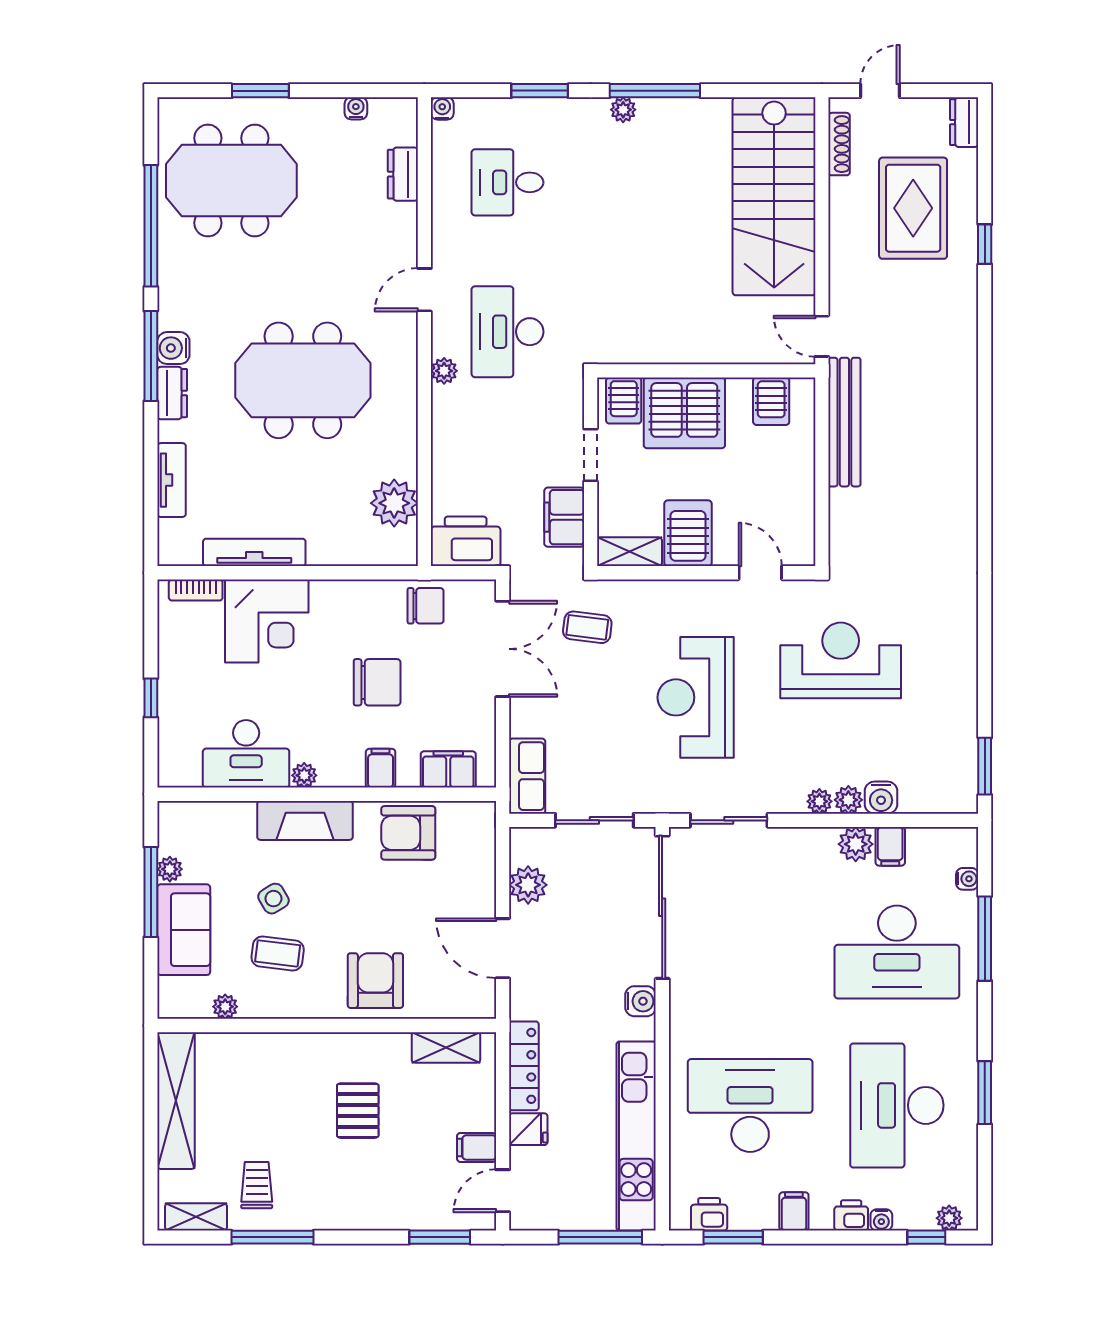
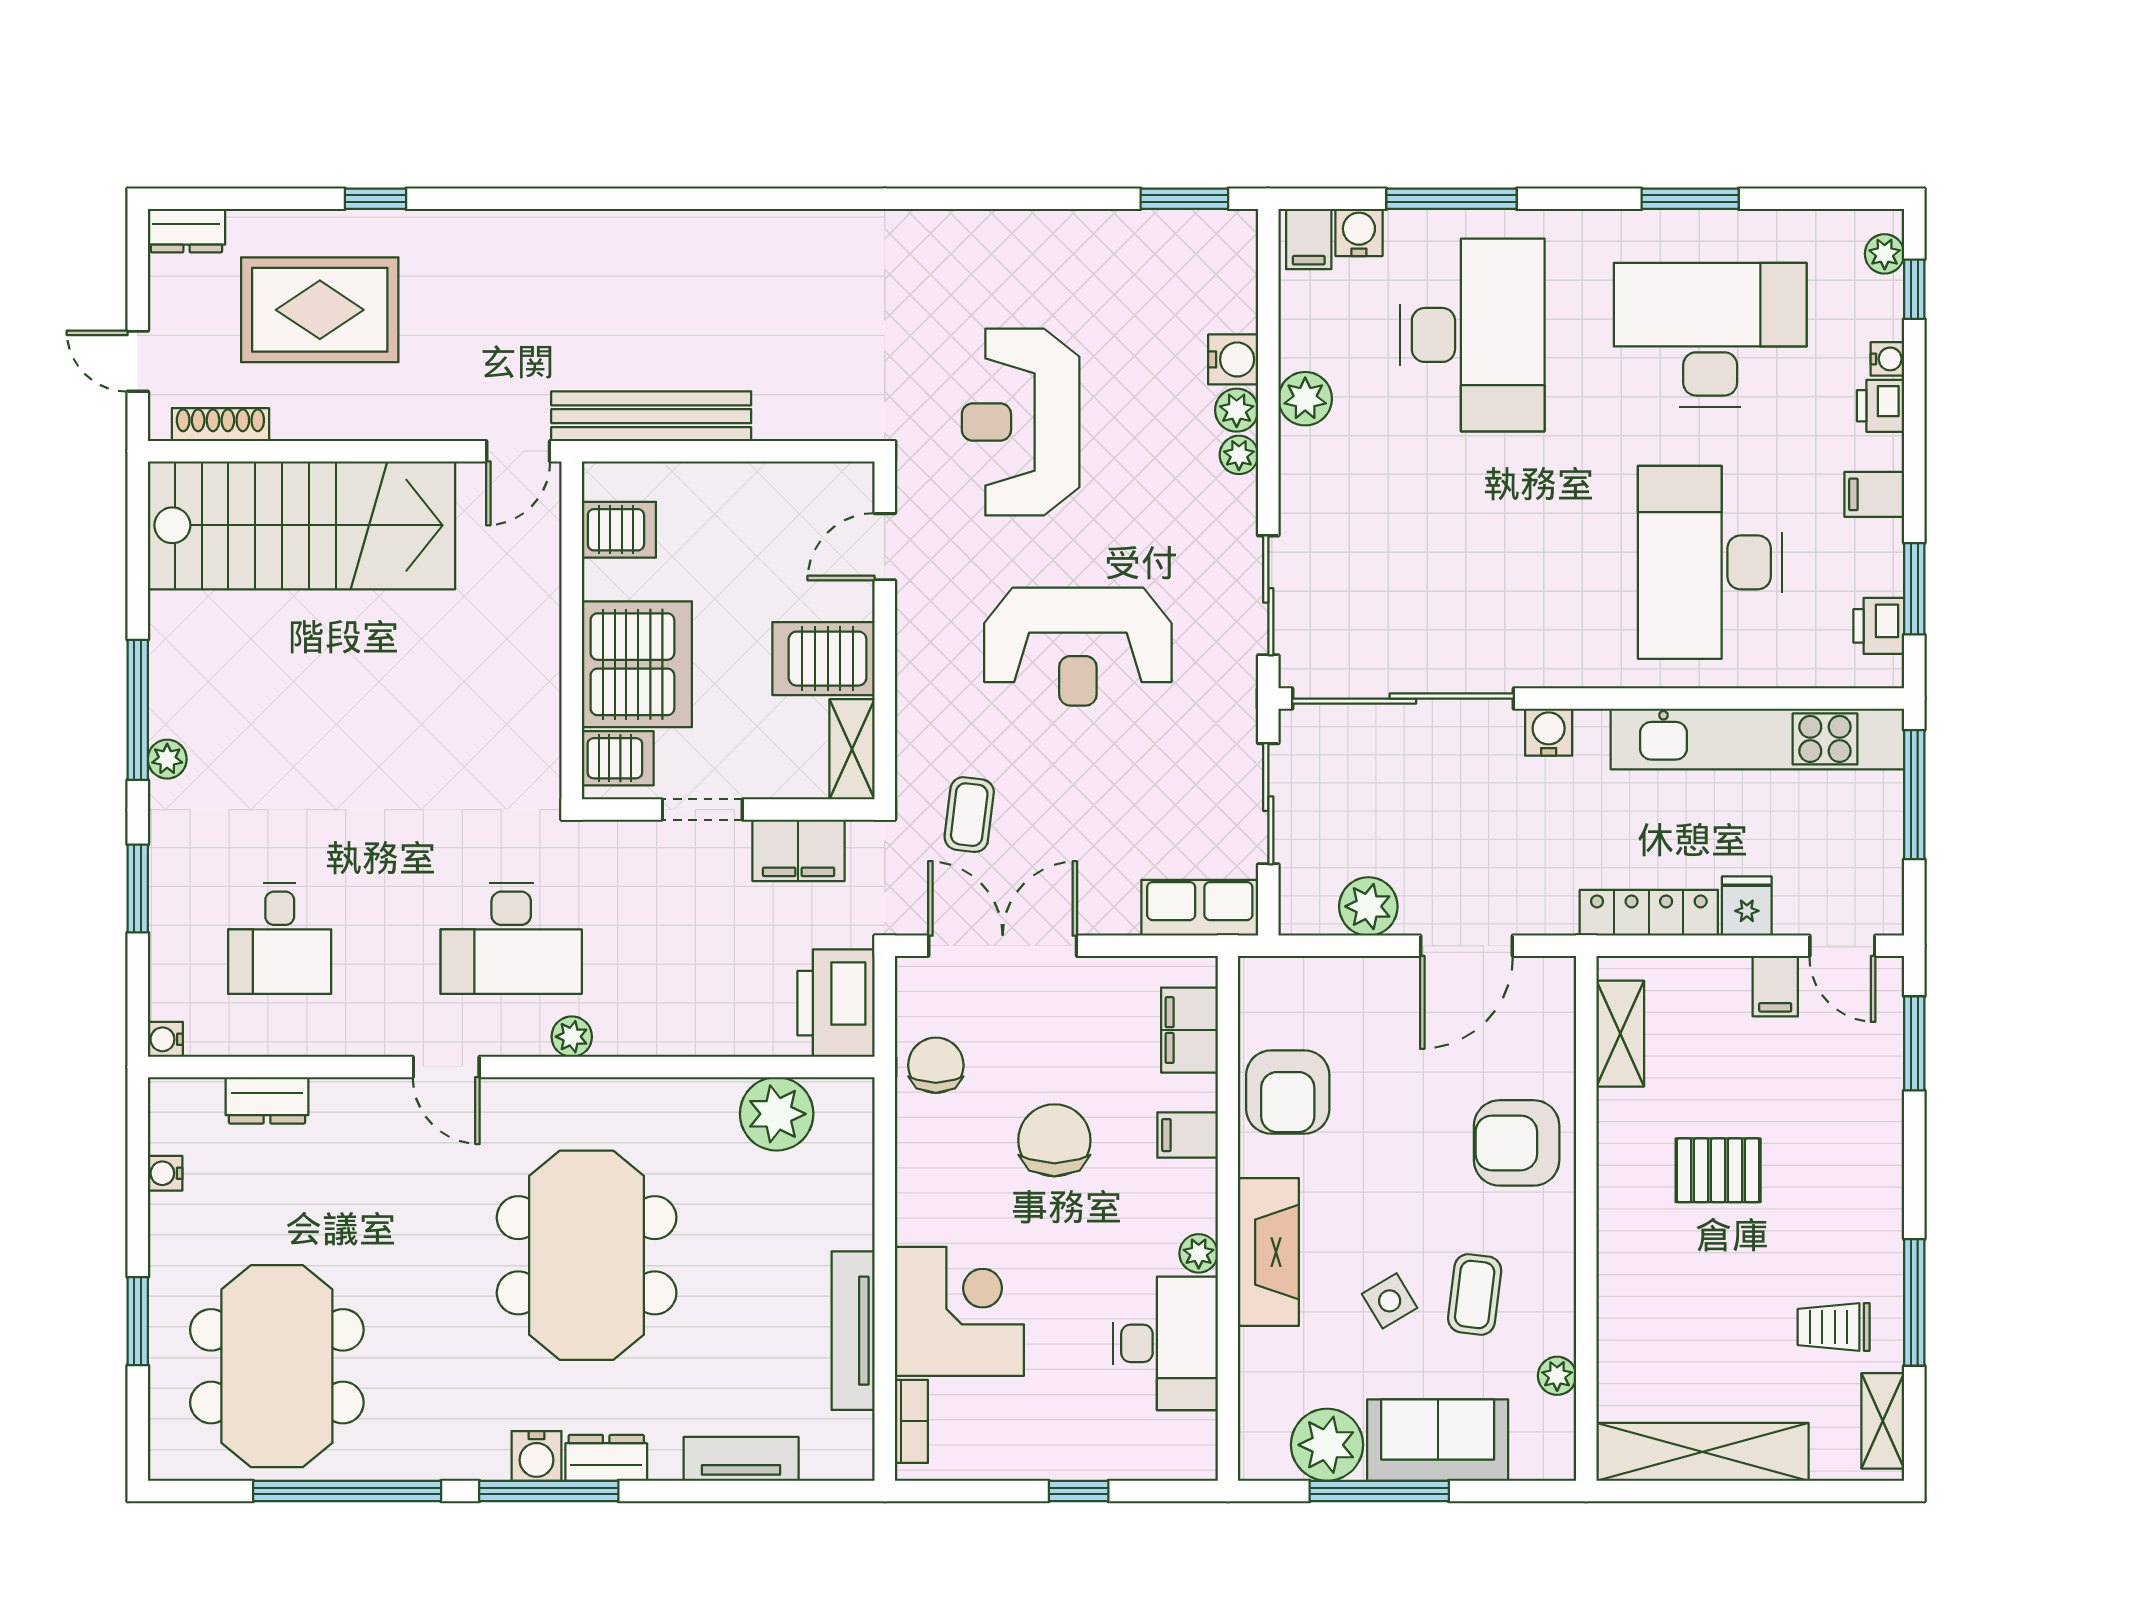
filing cabinet: (890, 846) -> (1309, 239), moved, turned 90
plant: (170, 869) -> (1327, 1445), width x1.88, depth x1.88
water cooler: (967, 879) -> (1359, 232), width x1.38, depth x1.38
desk: (897, 1105) -> (1710, 335), turned 180

